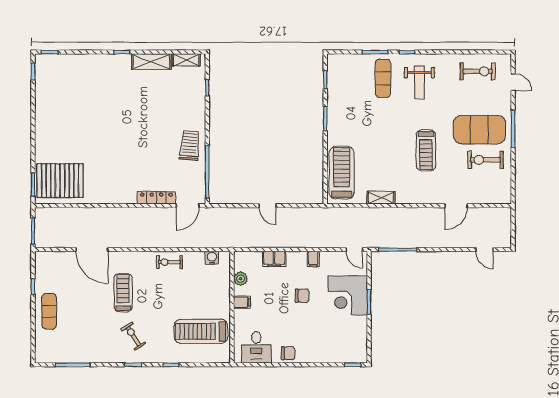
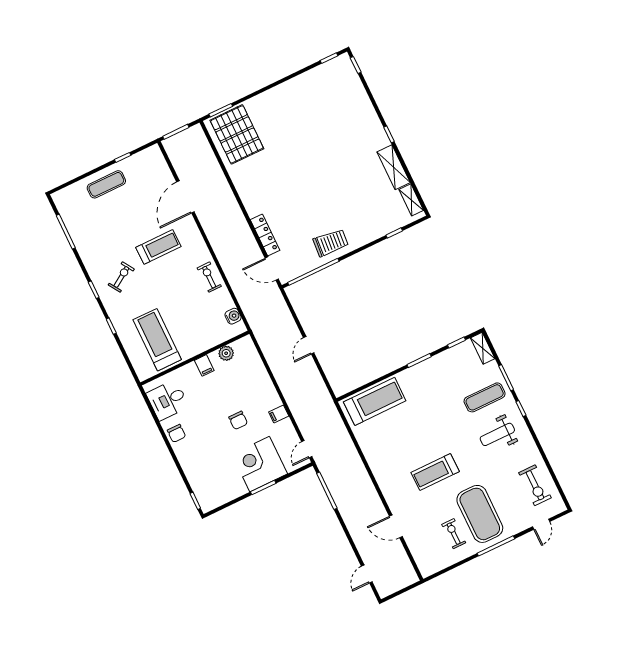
exercise bike: (485, 160) -> (454, 534), width x0.73, depth x0.72
shelving: (381, 198) -> (483, 348), moved
filing cabinet: (274, 259) -> (261, 376), removed

